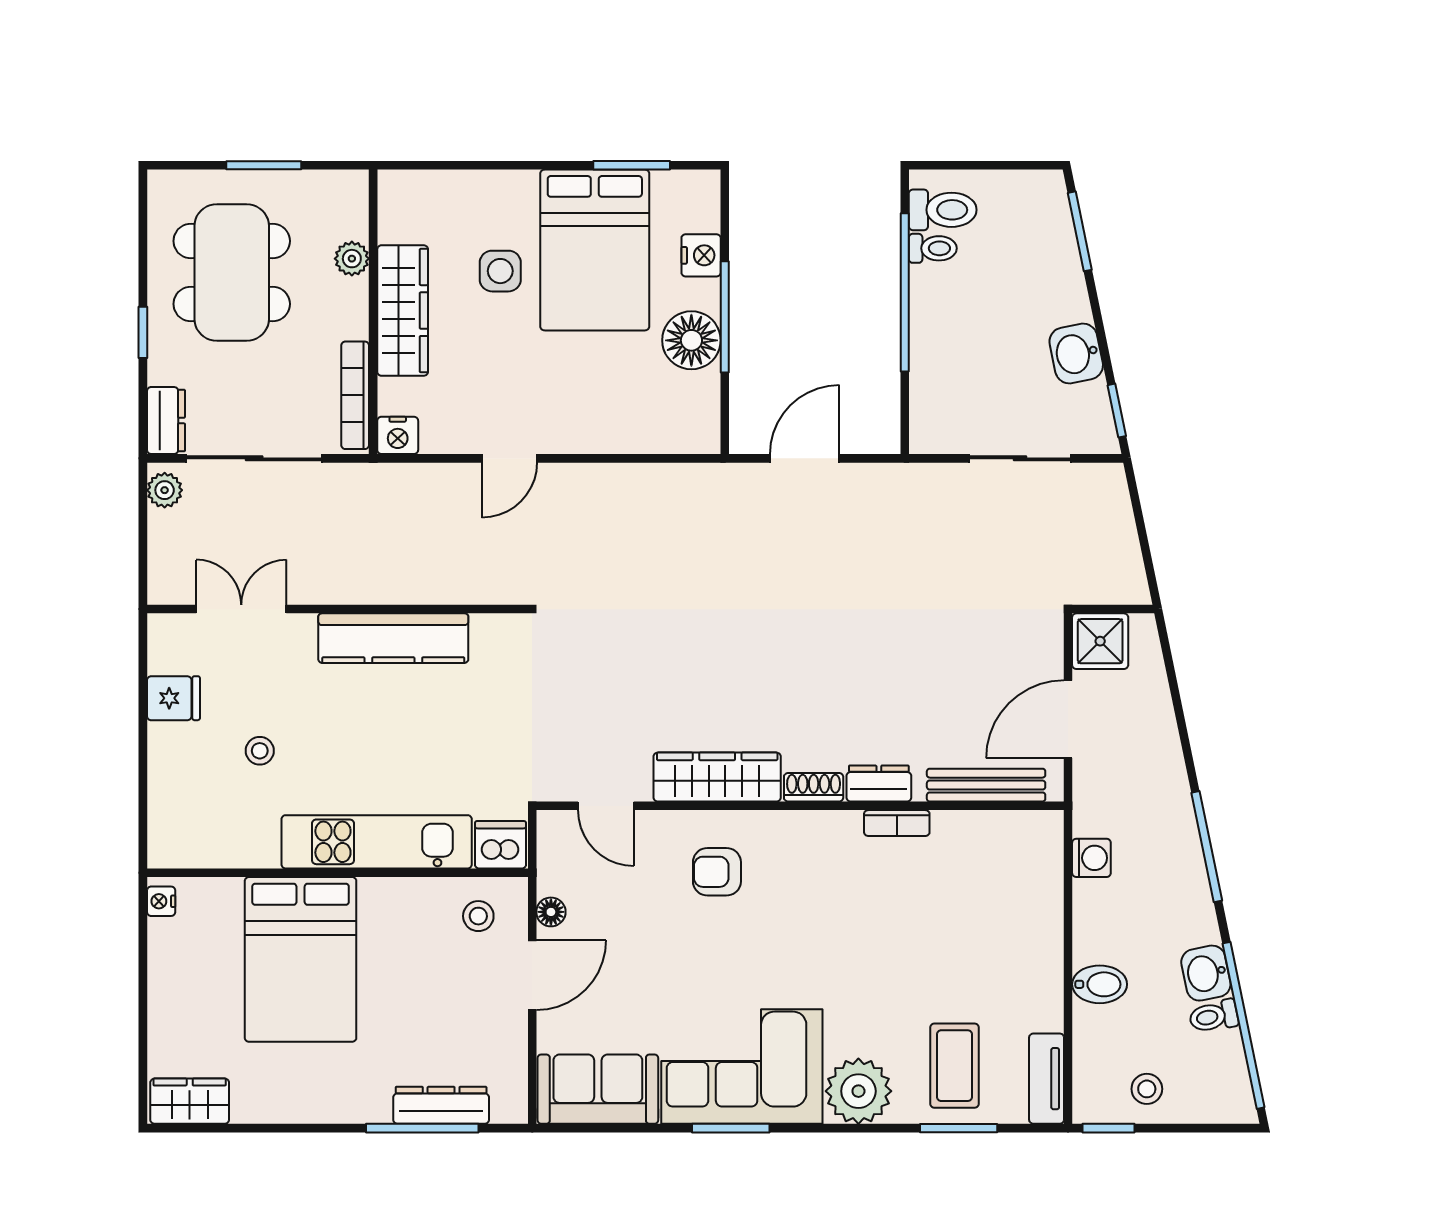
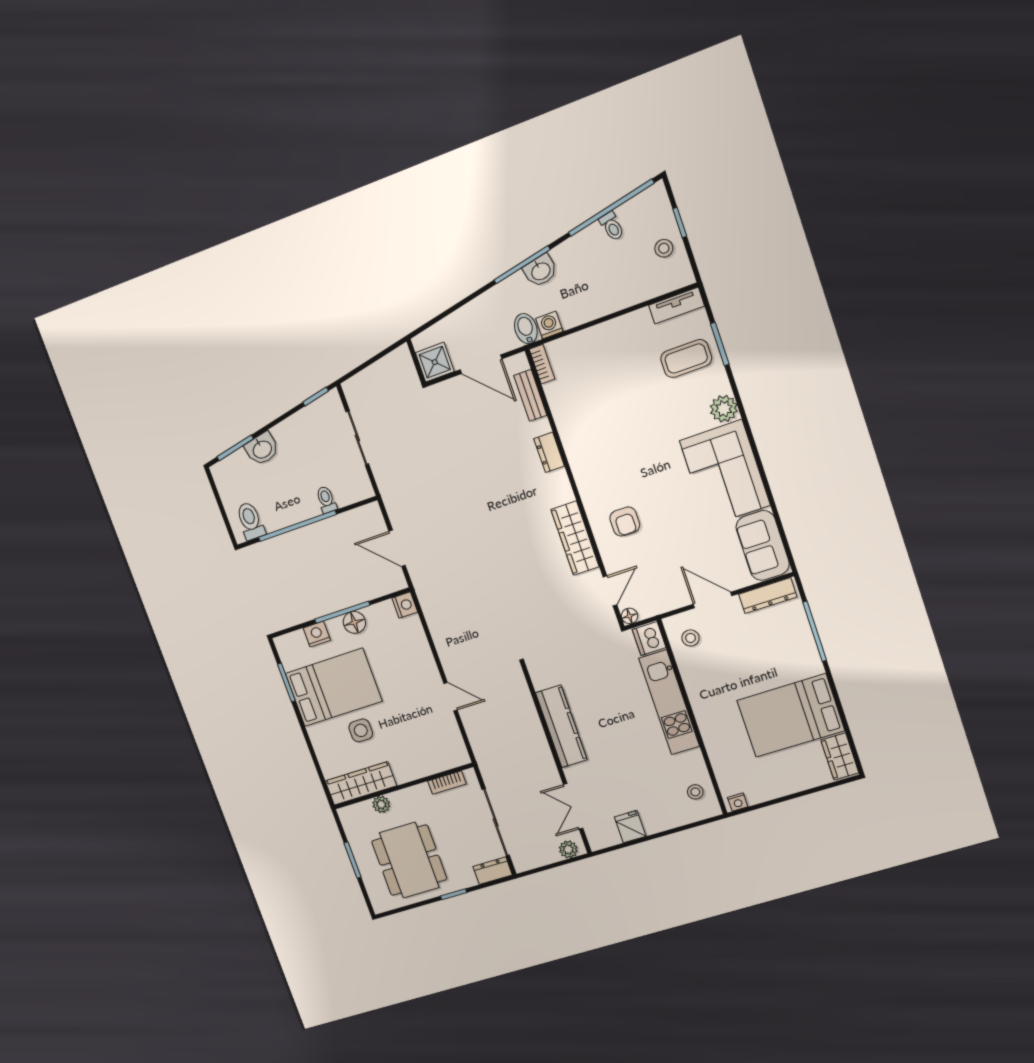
toilet: (933, 248) -> (326, 500), moved
dining table: (232, 272) -> (409, 860), turned 90
wardrobe: (403, 311) -> (361, 783), moved
floor lamp: (691, 340) -> (354, 622), width x0.73, depth x0.73
washbasin: (1076, 353) -> (262, 449), moved
bookcase: (355, 395) -> (447, 783), width x0.64
nightstand: (398, 435) -> (405, 605), moved
plant: (165, 490) -> (568, 849), moved
stool: (260, 751) -> (695, 792), moved
bench: (986, 785) -> (530, 395), width x0.73
shoe rack: (814, 787) -> (563, 486), removed
bookcase: (897, 823) -> (542, 364), moved
floor lamp: (551, 912) -> (629, 616), moved
bed: (301, 959) -> (791, 715), moved, turned 180
washbasin: (1206, 973) -> (540, 271), moved
bidet: (1100, 984) -> (526, 329), moved
plant: (858, 1091) -> (724, 409), width x0.73, depth x0.73
dresser: (441, 1105) -> (768, 596), moved, turned -90
window: (731, 1128) -> (761, 468), removed
window: (1109, 1128) -> (680, 223), moved

